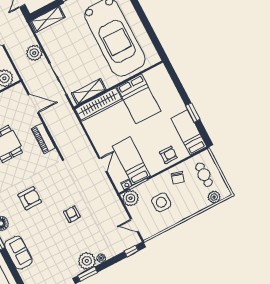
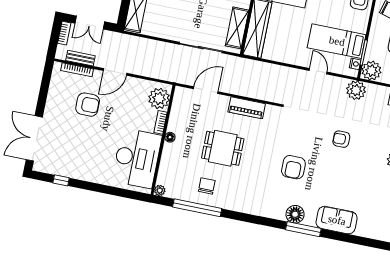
plant: (34, 53) -> (356, 90), moved
armchair: (30, 198) -> (293, 167), turned 180

